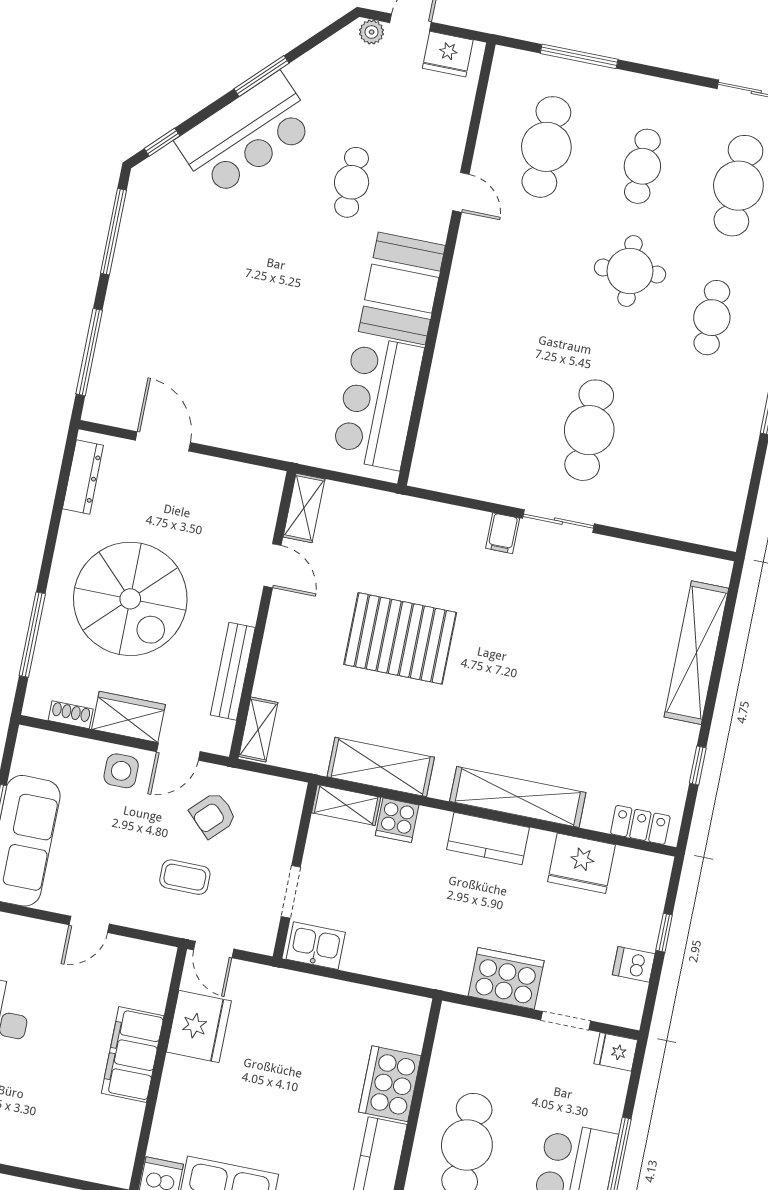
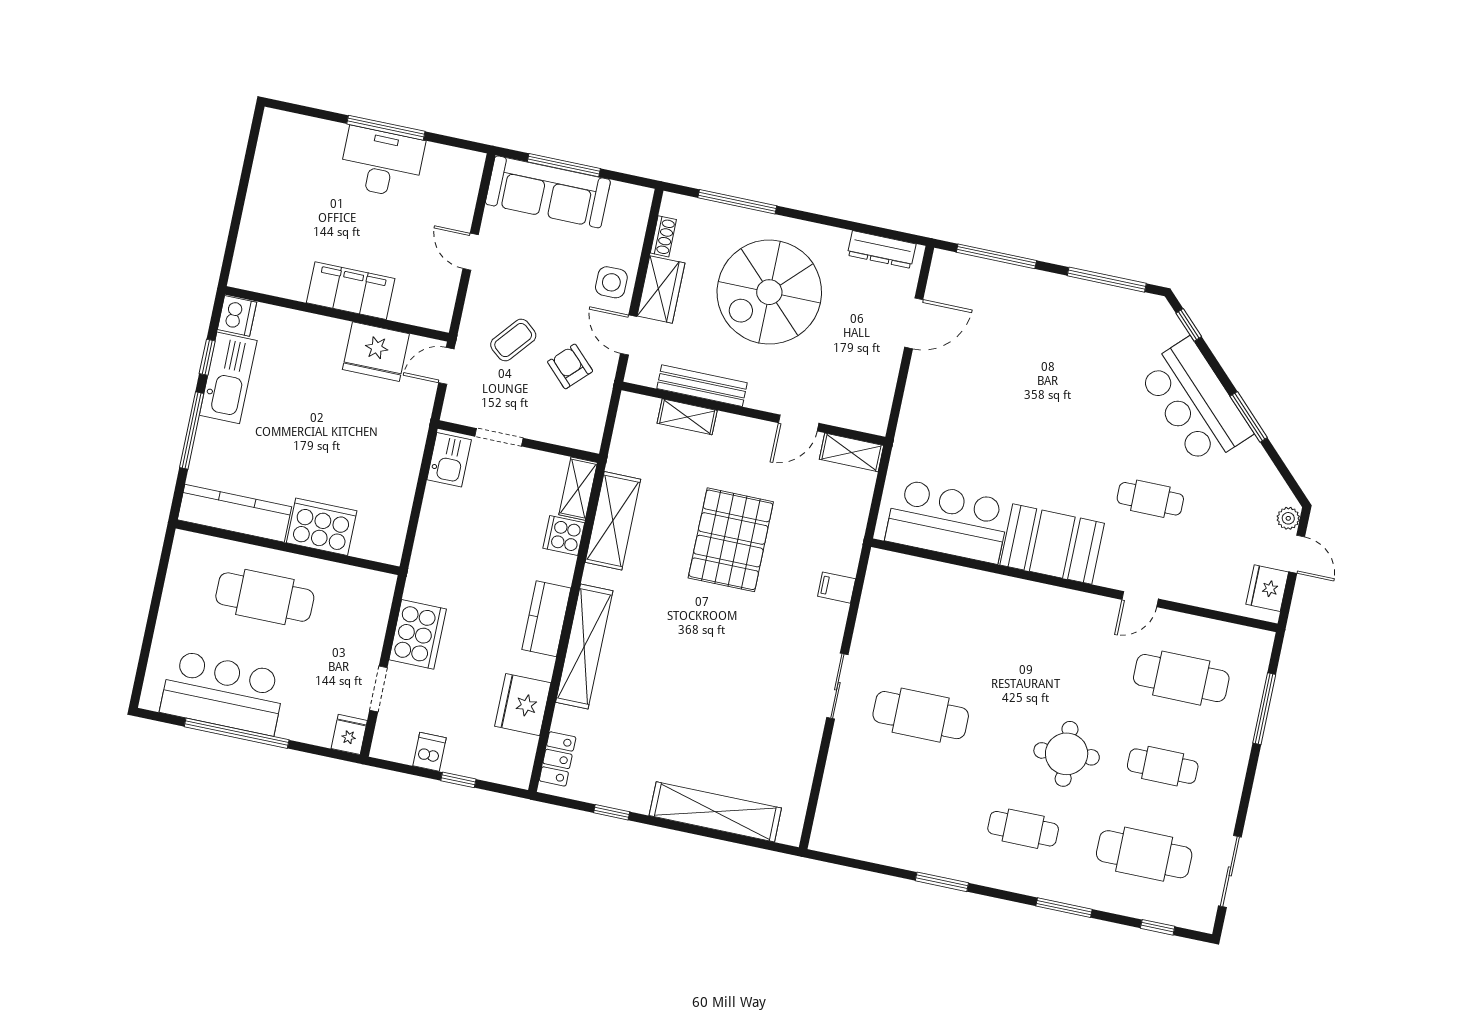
filing cabinet: (503, 533) -> (837, 588), moved
shelving: (258, 730) -> (687, 417), moved
coffee table: (185, 877) -> (513, 340), turned 40

